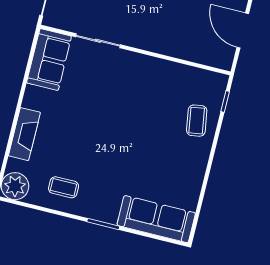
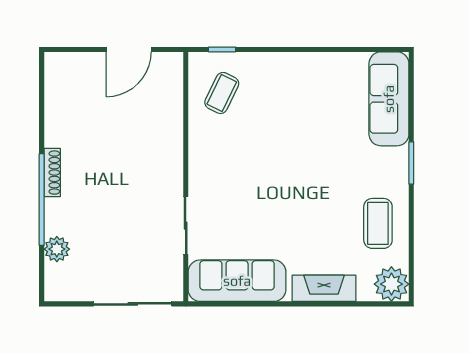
sofa: (49, 60) -> (237, 281), width x1.36
coffee table: (197, 121) -> (222, 93), moved, turned -55
coffee table: (64, 187) -> (378, 223), width x1.36, depth x1.30

